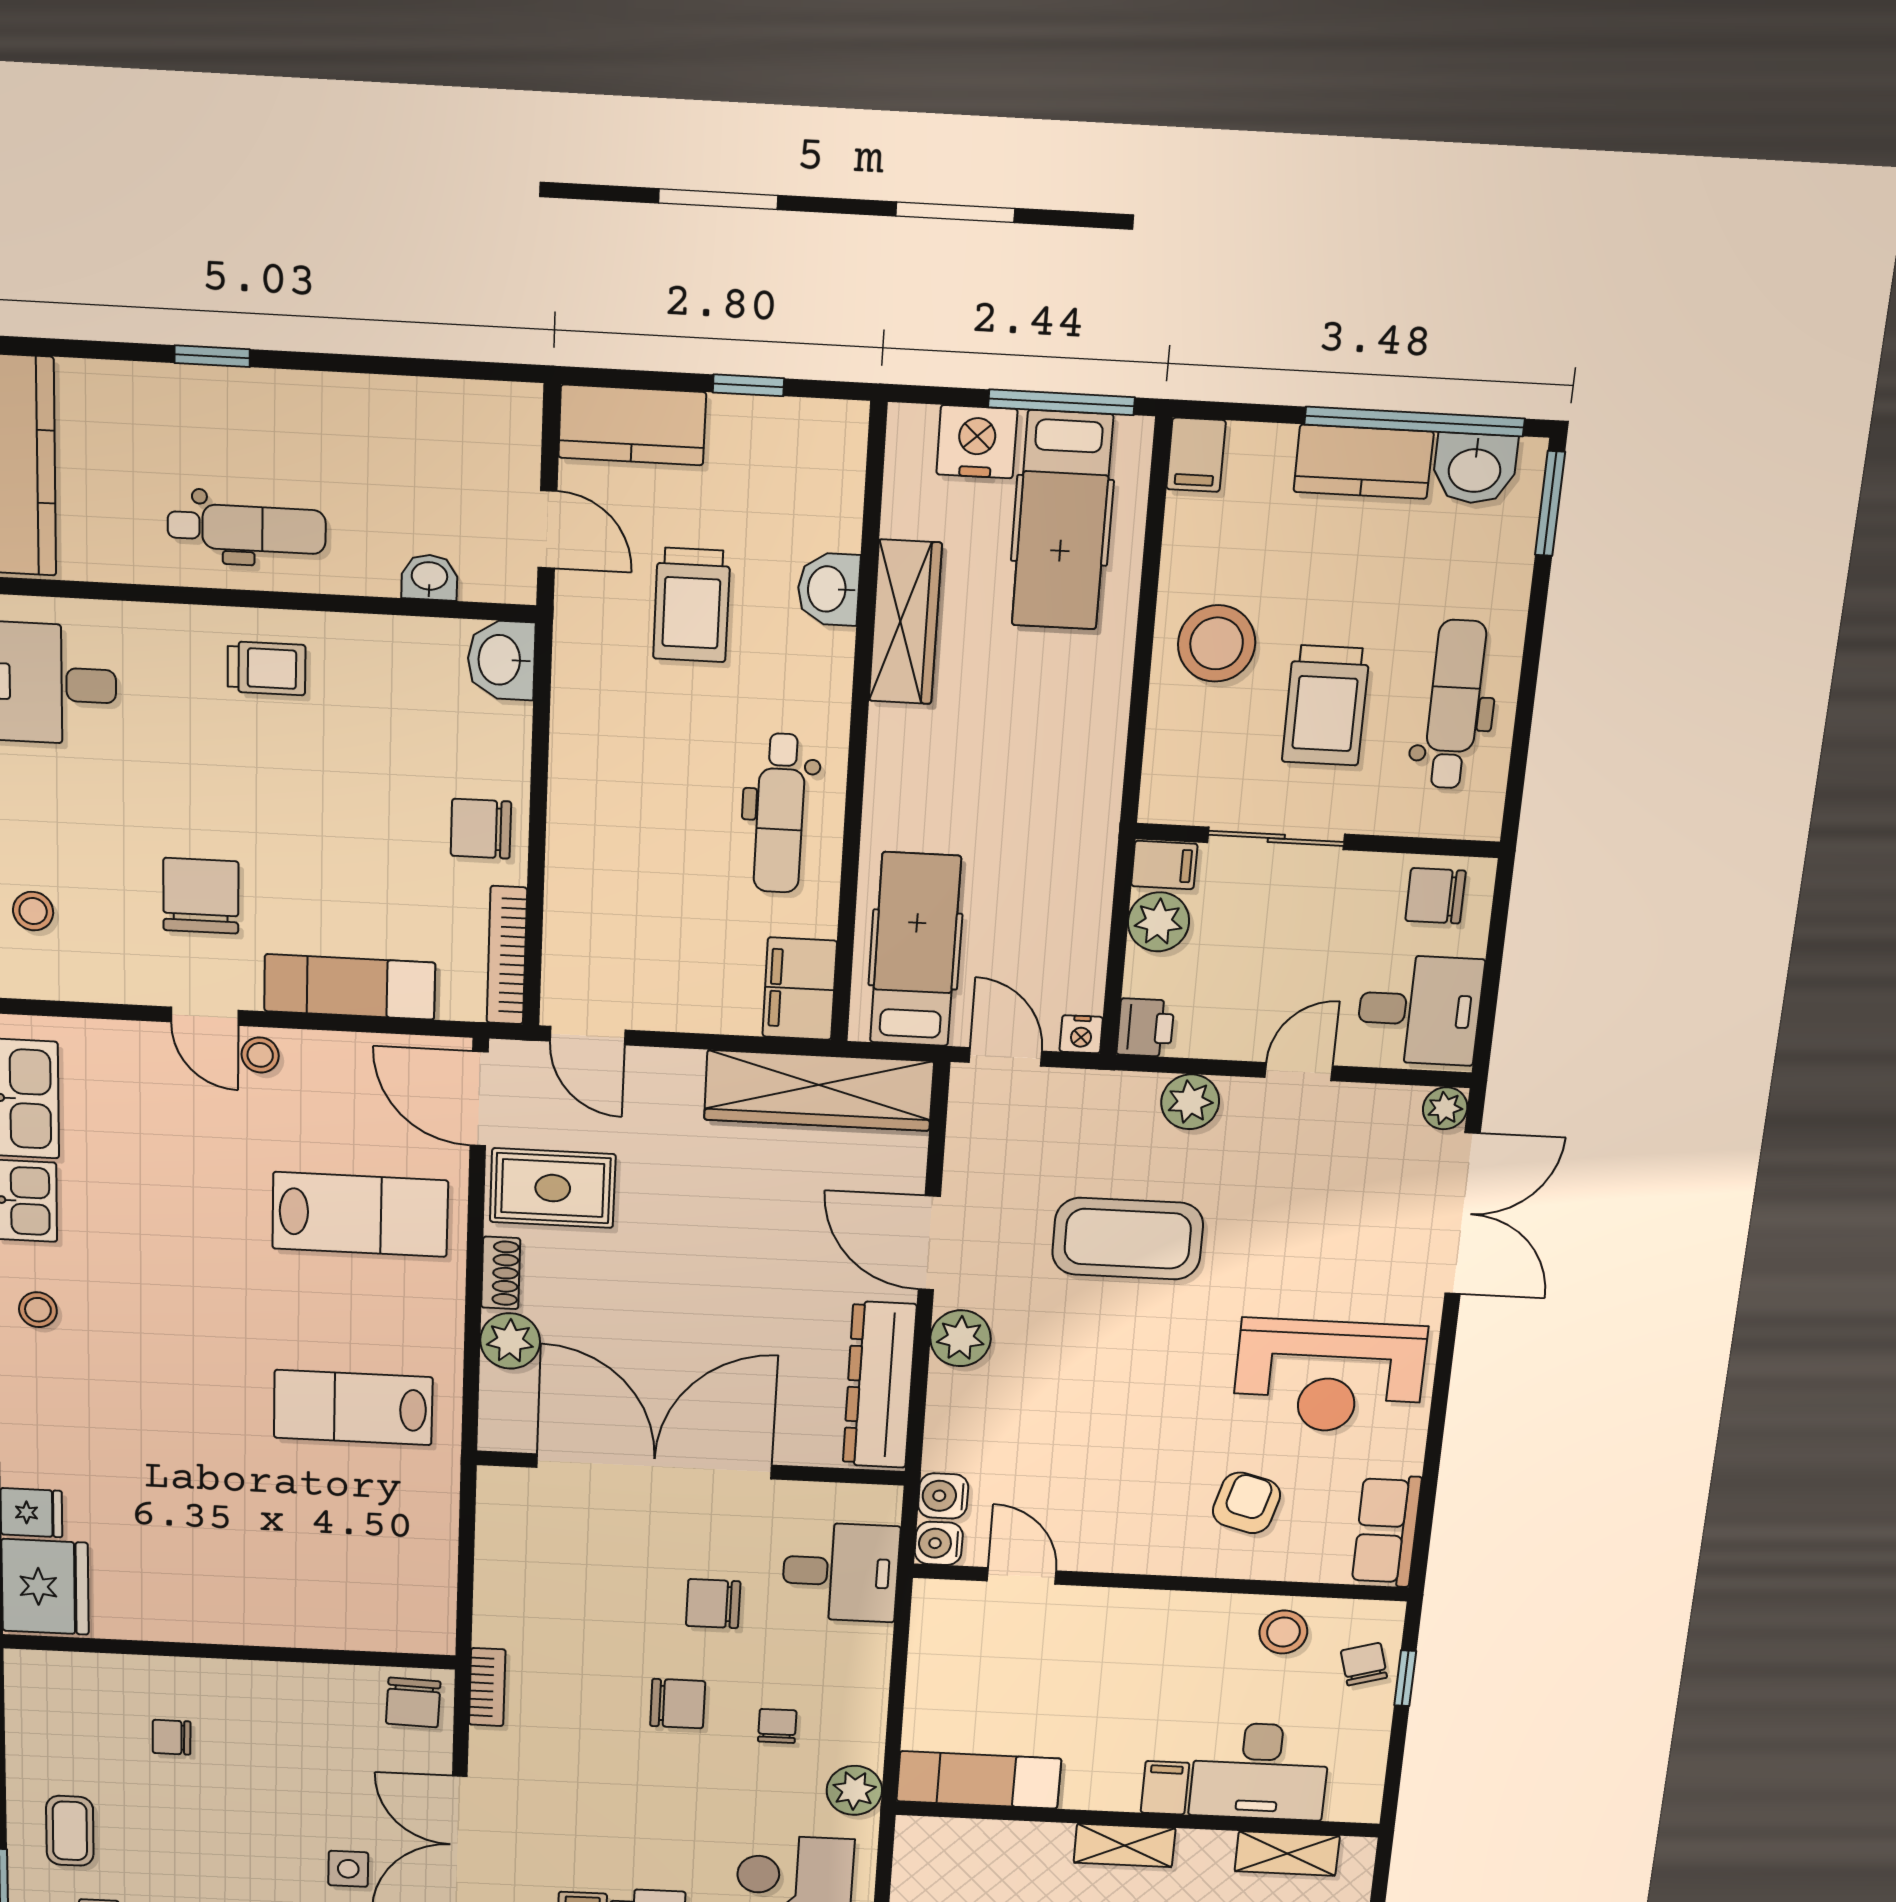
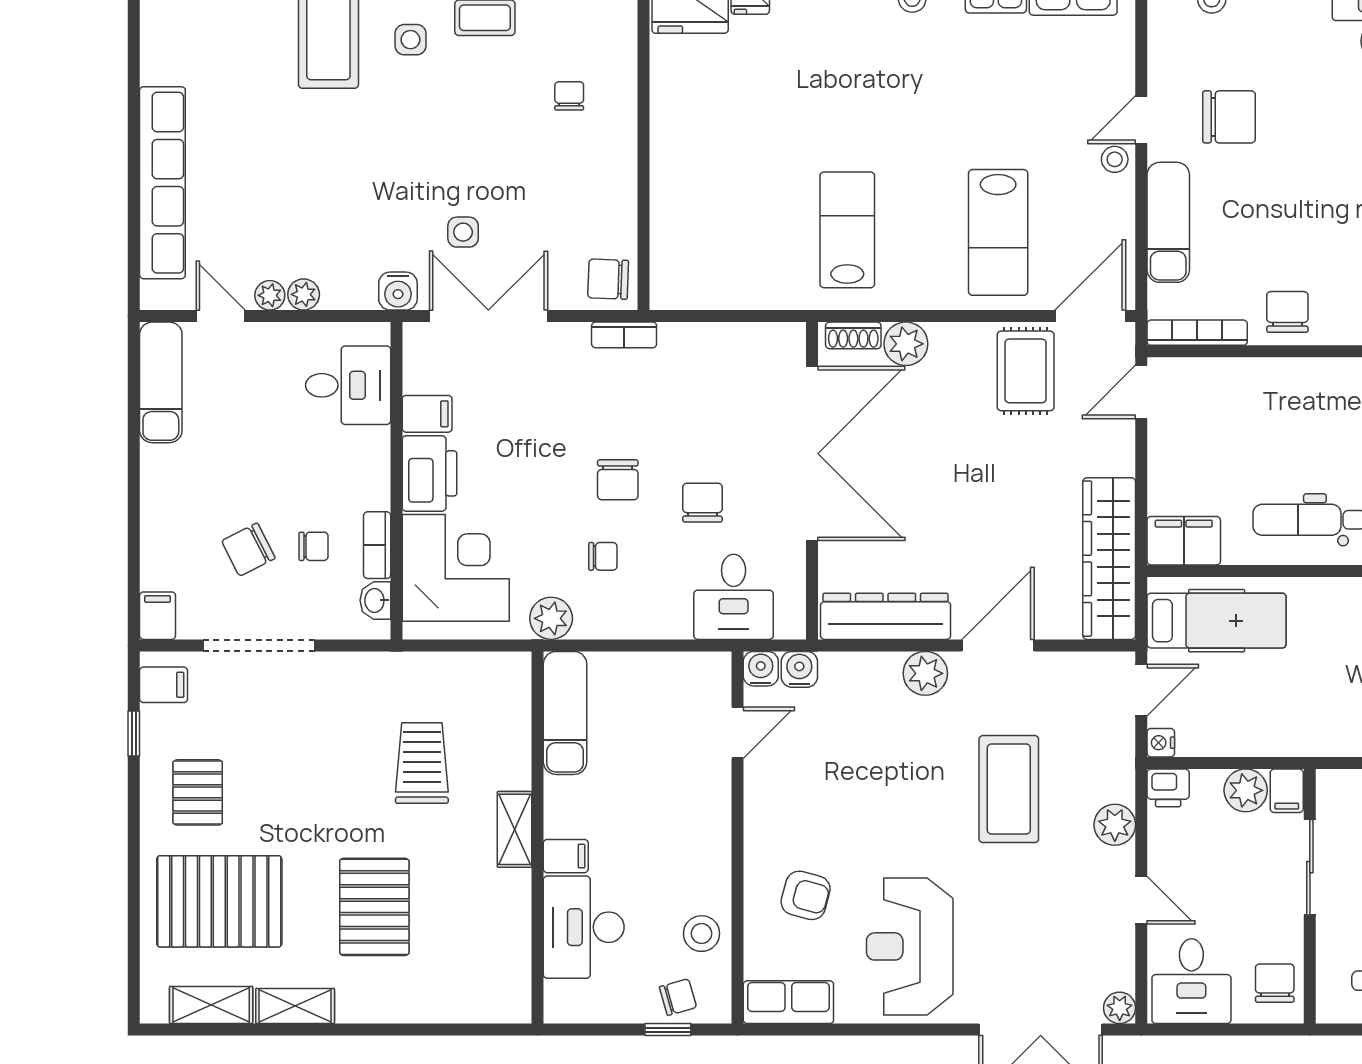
shoe rack: (501, 1273) -> (853, 335), moved
shelving: (1287, 1854) -> (514, 955), removed

